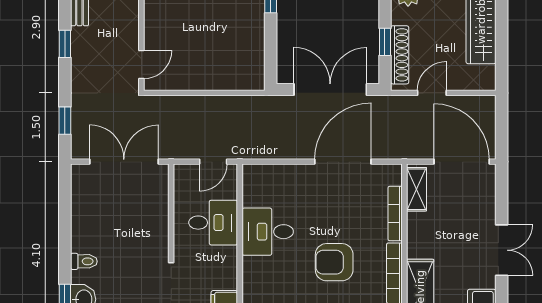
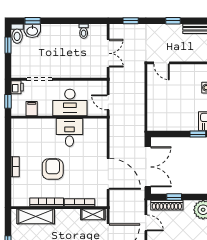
double door: (124, 162) -> (108, 53), width x0.73
desk: (213, 223) -> (70, 102), width x1.37
toilet: (84, 261) -> (84, 31), moved

